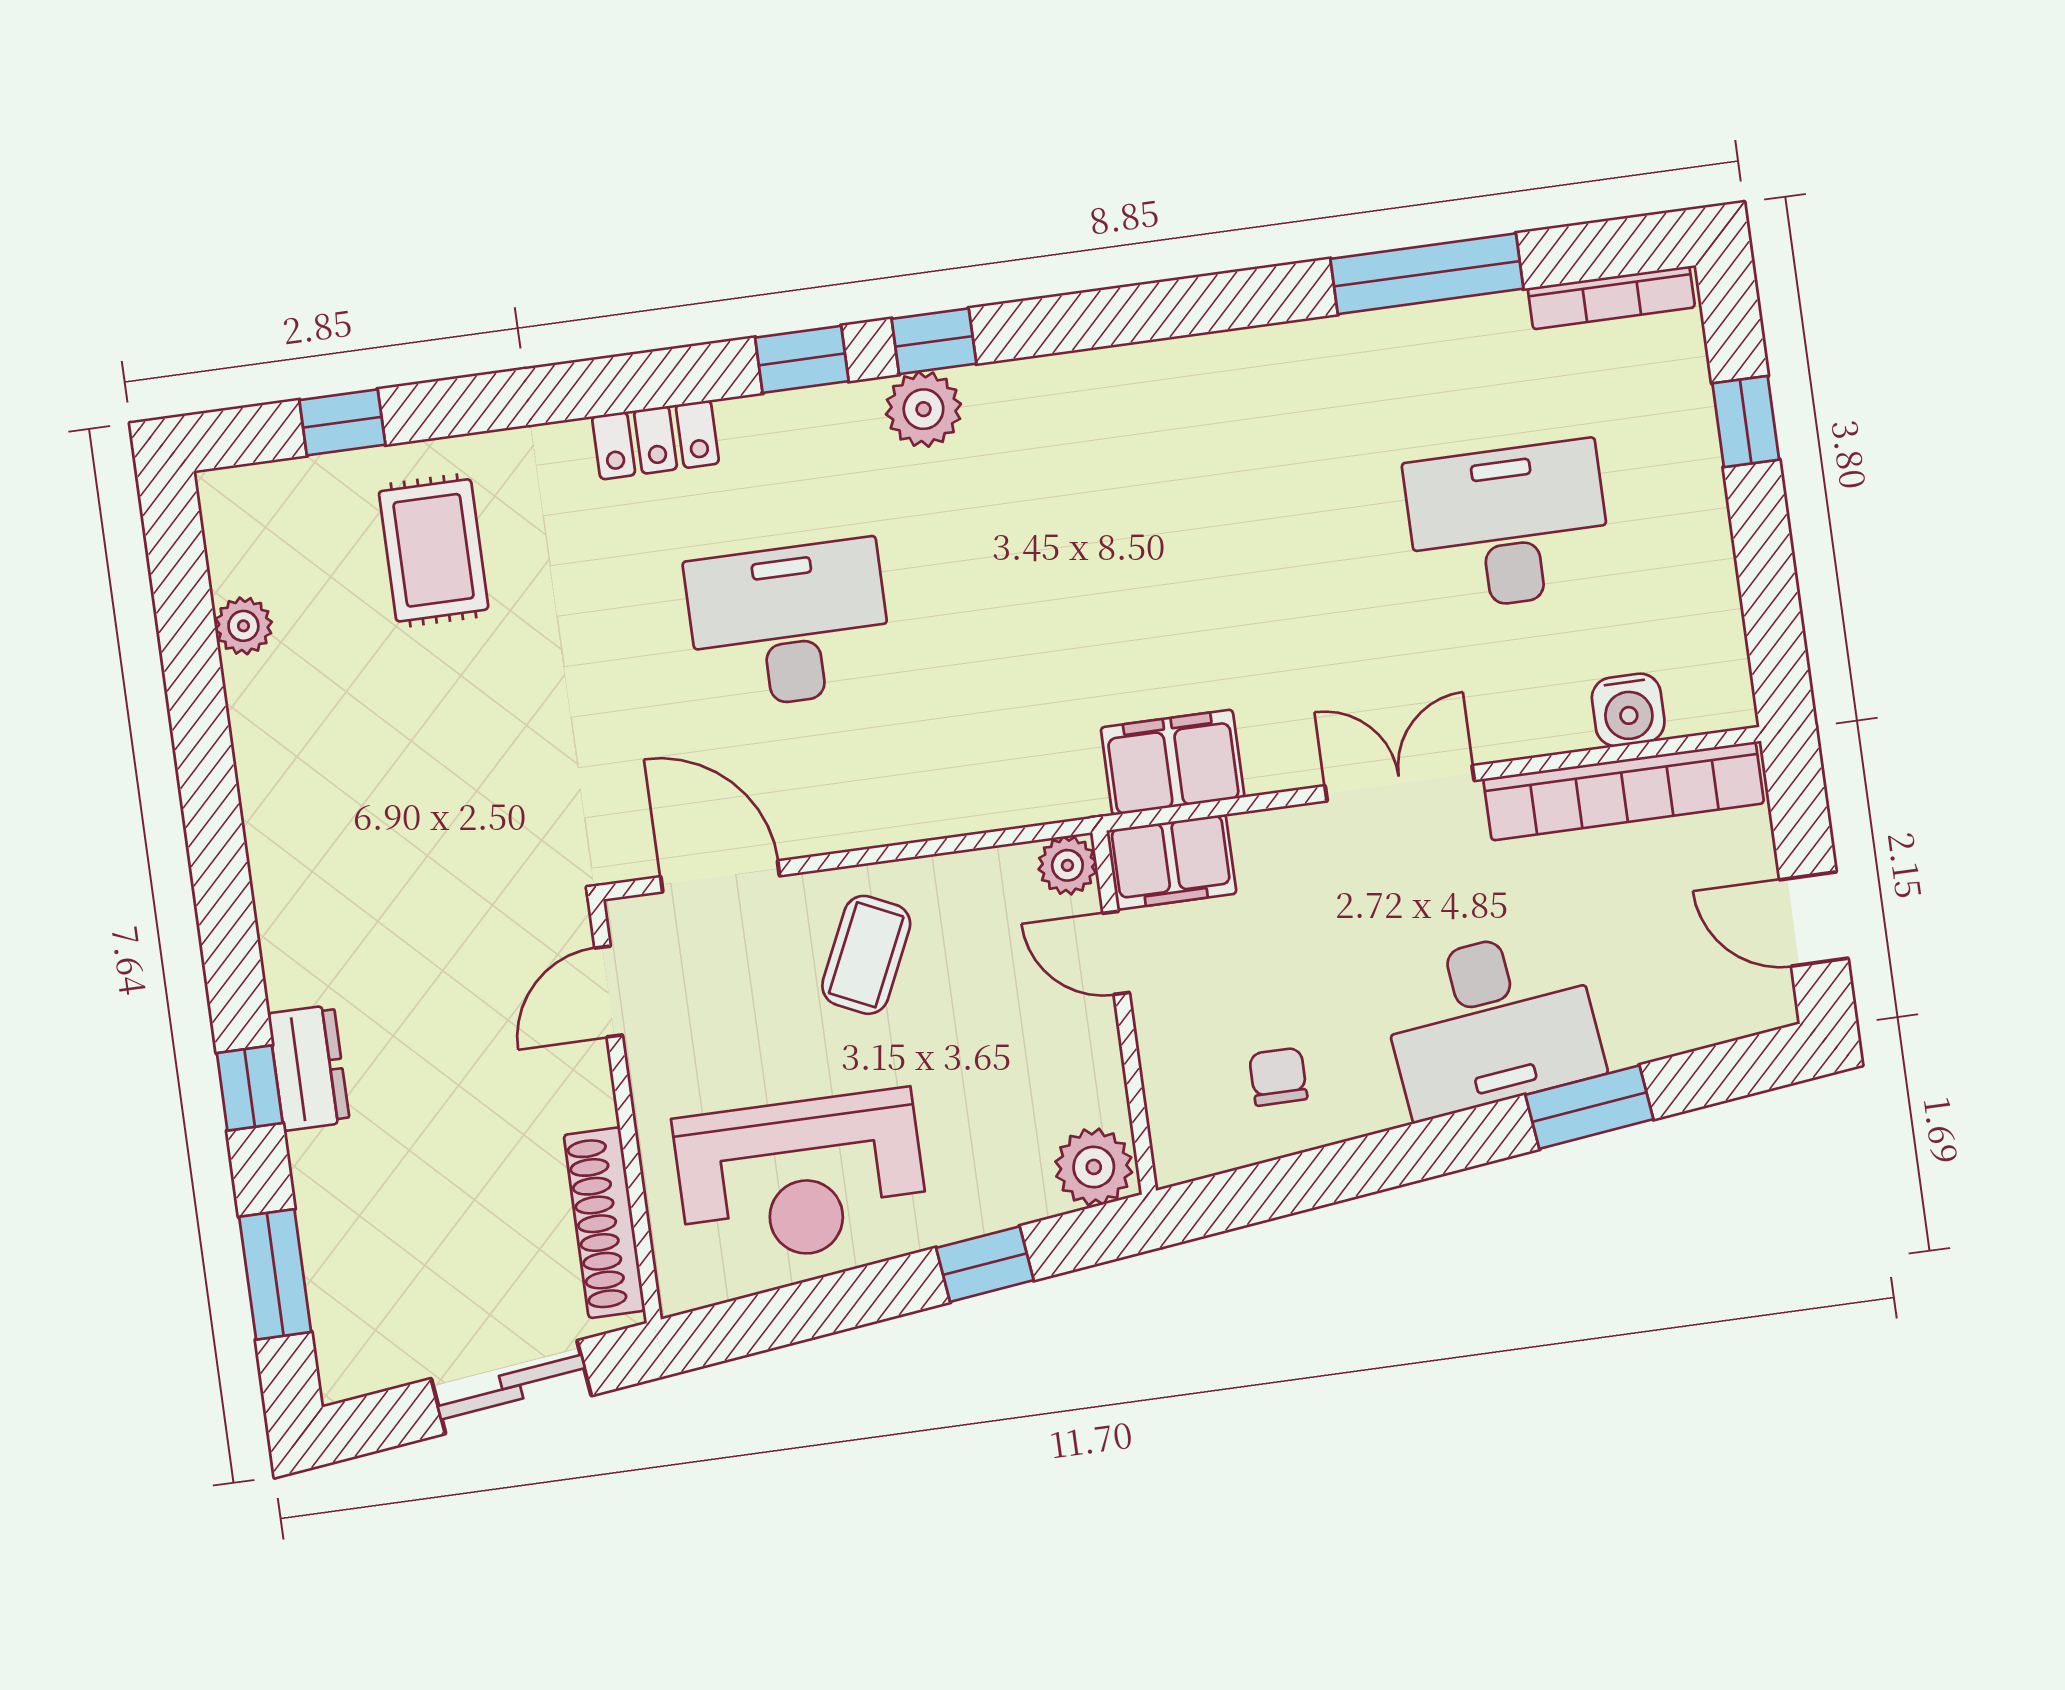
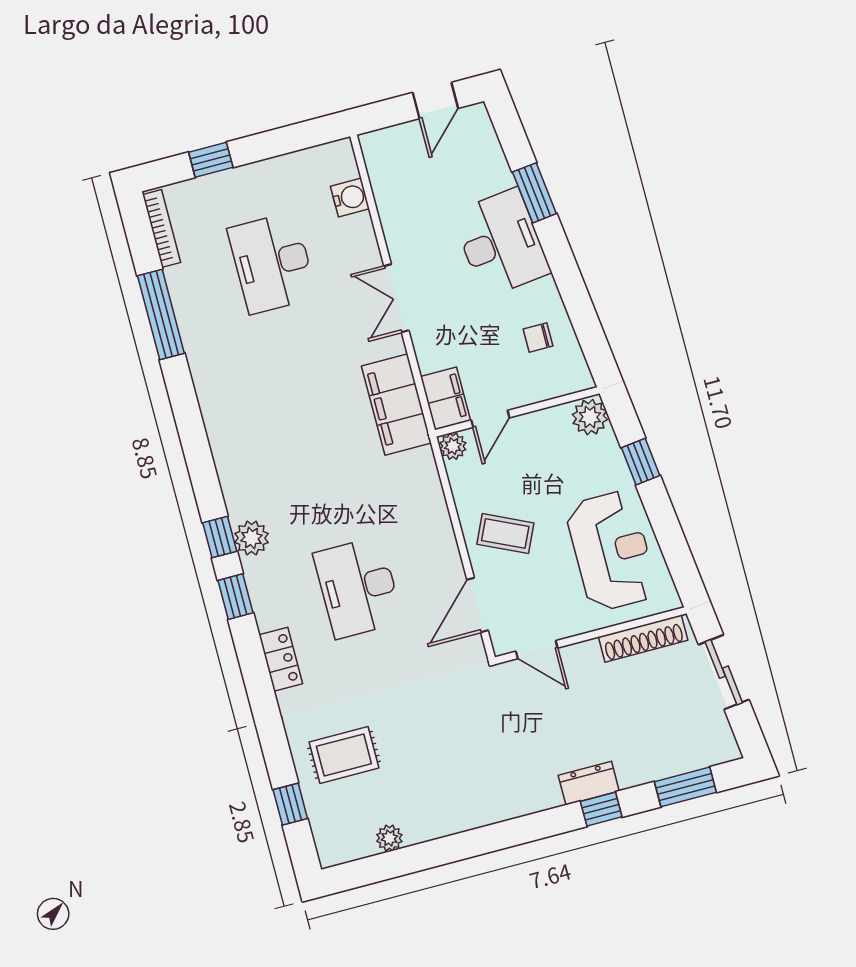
filing cabinet: (1173, 762) -> (396, 405), width x1.50, depth x1.17
bookcase: (1624, 791) -> (387, 195), removed

